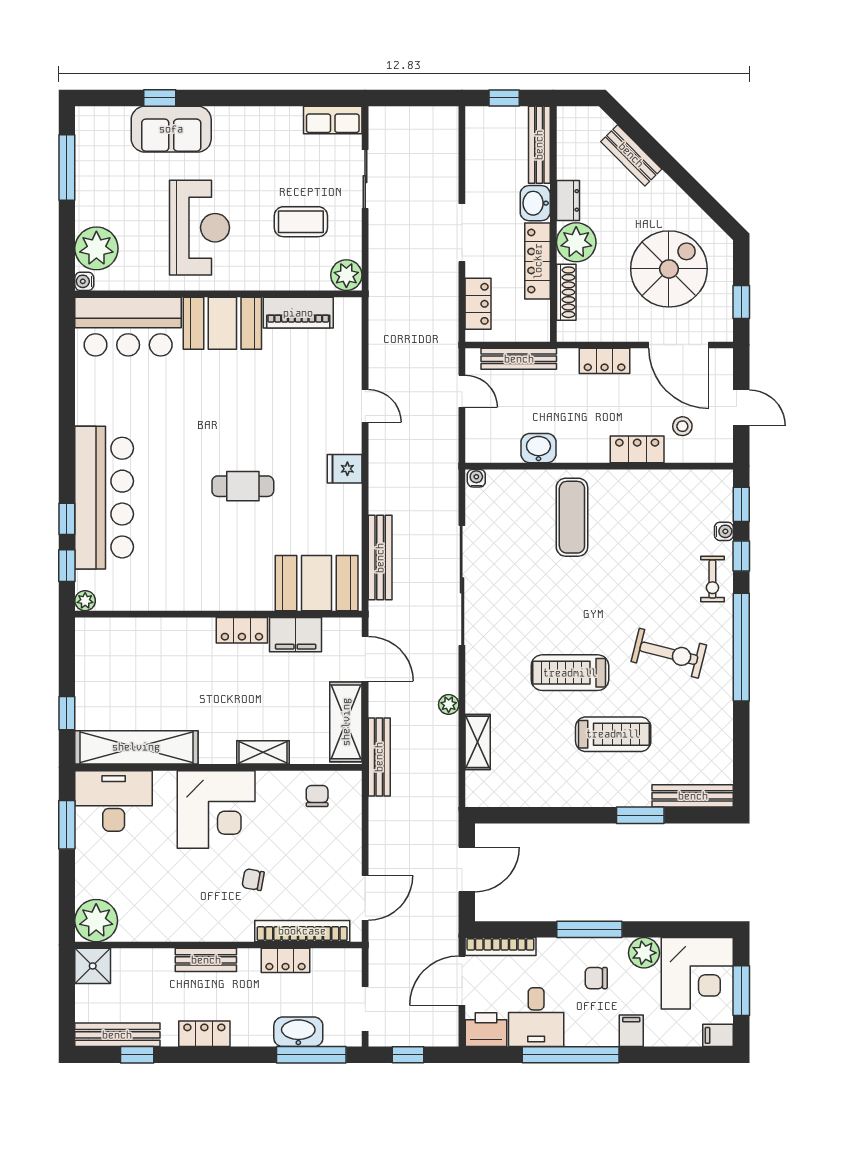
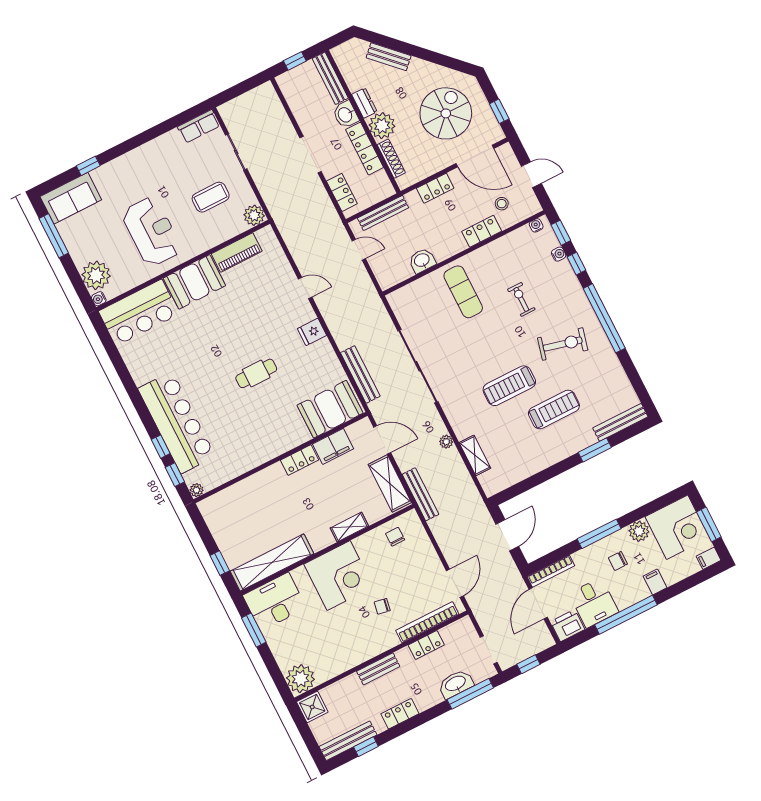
sofa: (171, 129) -> (71, 198), moved
water cooler: (476, 478) -> (536, 225), moved
exercise bike: (712, 579) -> (521, 299), moved, turned 180

